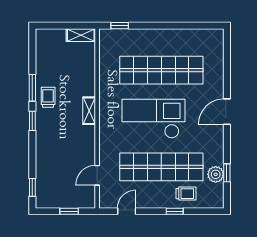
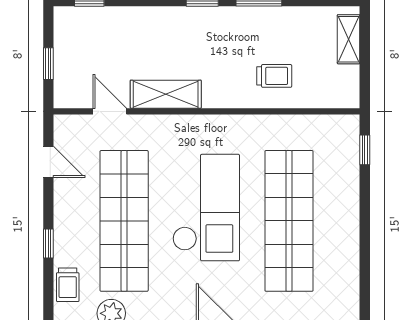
shelving: (81, 35) -> (349, 39), moved
trolley: (48, 97) -> (274, 76), moved
shelving: (89, 111) -> (166, 94), moved, width x1.50, depth x1.33
trolley: (186, 194) -> (68, 285), moved

